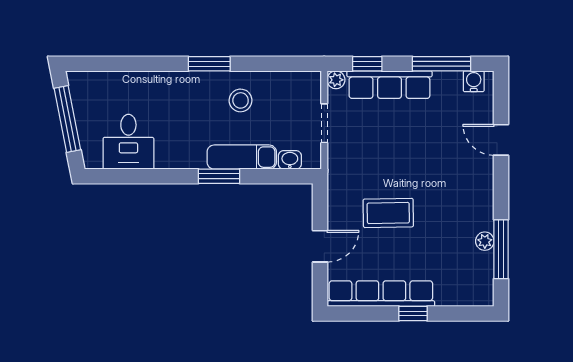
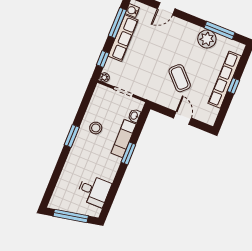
row of seats: (389, 85) -> (123, 38), moved
coffee table: (388, 213) -> (180, 78), turned -43
plant: (485, 241) -> (207, 39), width x1.88, depth x1.88
row of seats: (381, 294) -> (225, 80), moved

